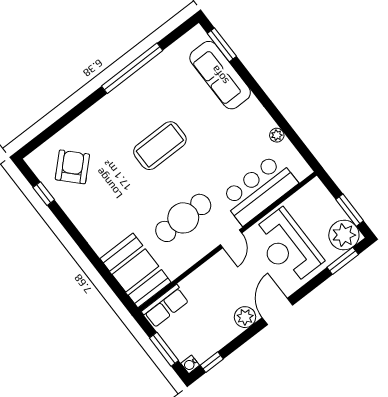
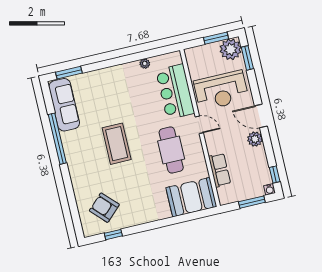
sofa: (220, 75) -> (64, 105), moved, turned -90
row of seats: (165, 306) -> (220, 170), moved

